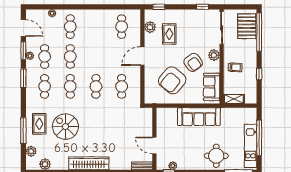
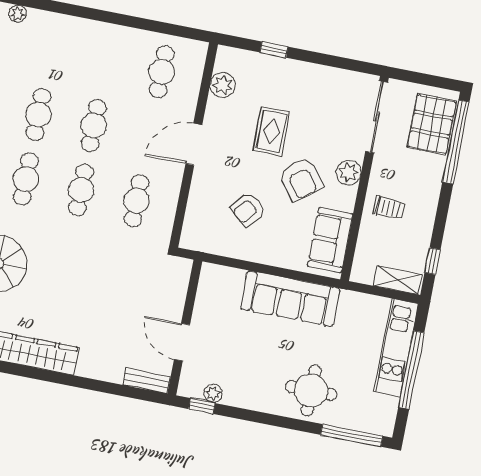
window: (159, 7) -> (274, 50), moved
window: (203, 7) -> (345, 63), removed
cafe table: (70, 27) -> (94, 125), moved
rug: (169, 34) -> (271, 131), moved
window: (259, 74) -> (433, 261), moved
armchair: (172, 80) -> (248, 209), width x0.53, depth x0.53
shelving: (234, 99) -> (398, 280), moved
kitchen unit: (251, 146) -> (396, 348), moved

